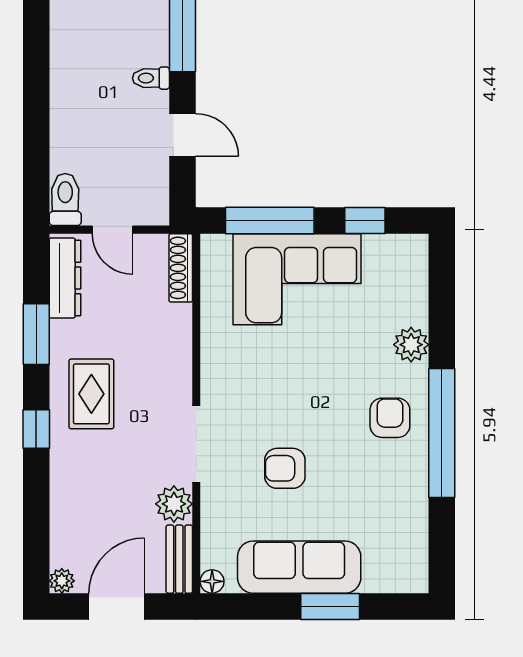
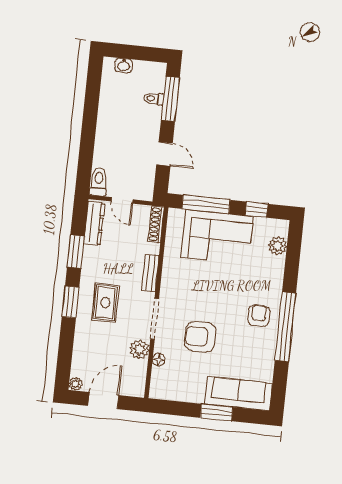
toilet: (151, 78) -> (153, 99), moved
plant: (411, 345) -> (278, 246), moved
rug: (91, 394) -> (105, 303), moved
window: (36, 429) -> (70, 302), width x1.50
armchair: (285, 468) -> (200, 337), width x1.38, depth x1.38
bench: (179, 559) -> (150, 273), moved
sofa: (299, 567) -> (238, 394), moved
floor lamp: (212, 581) -> (159, 360), moved

